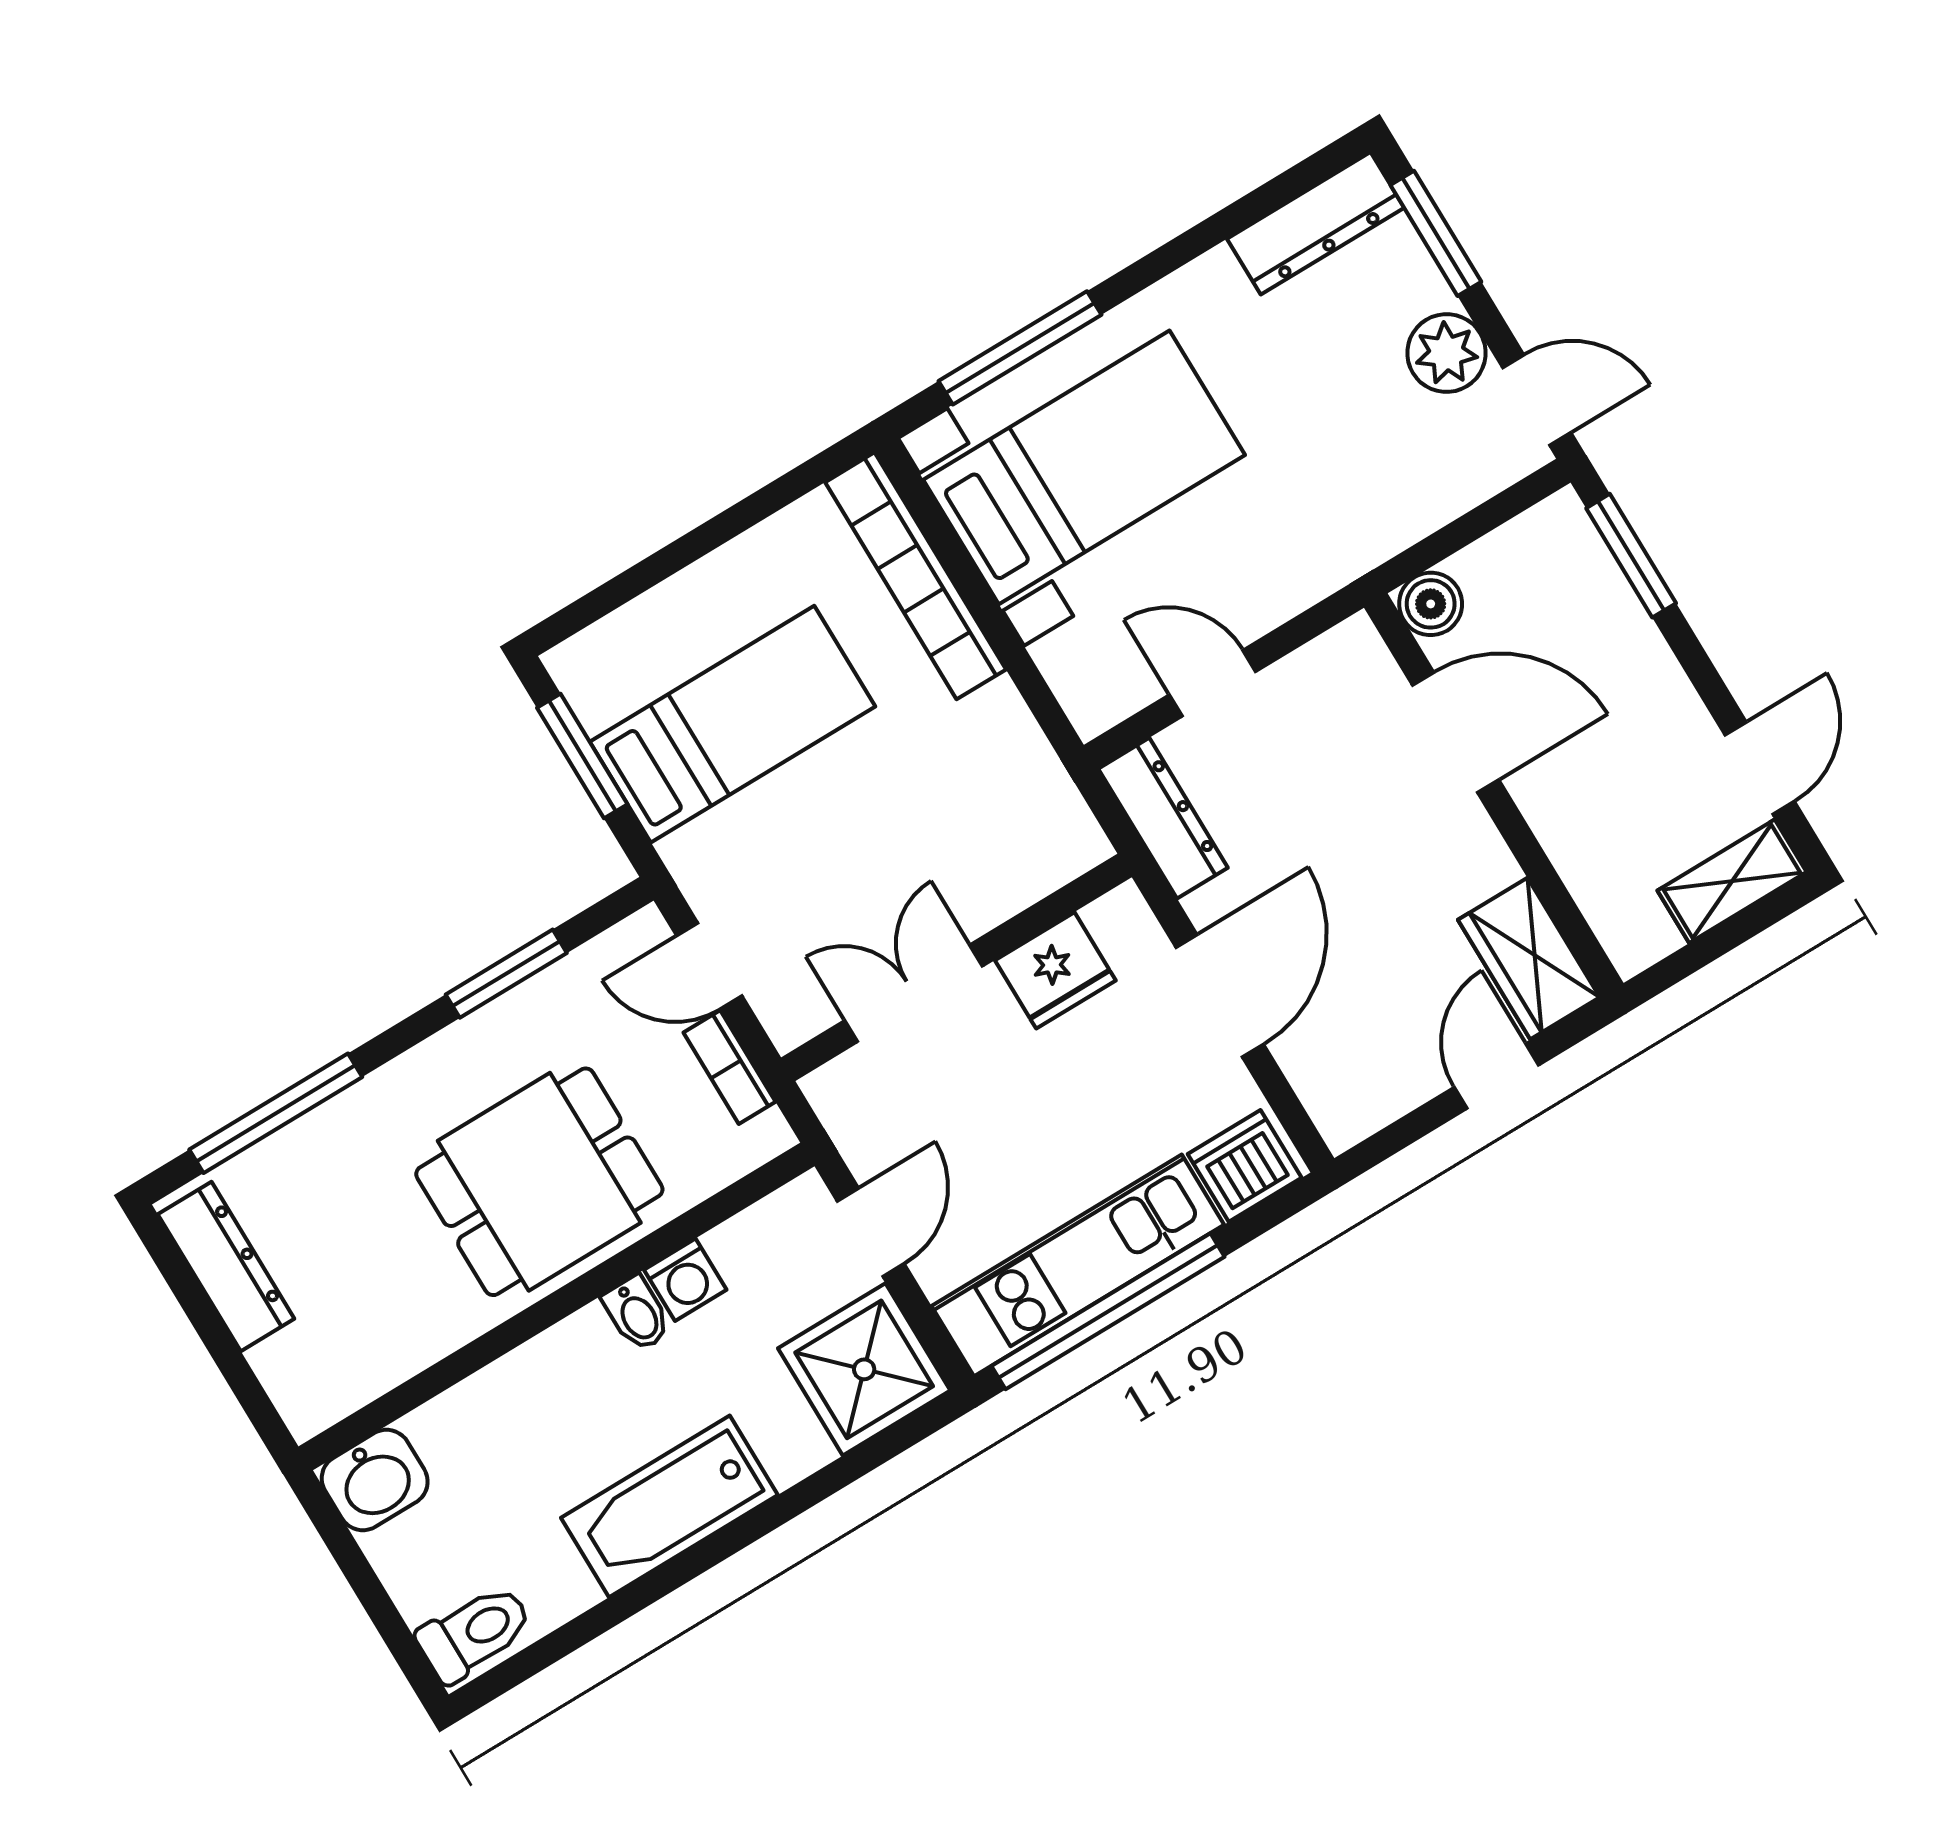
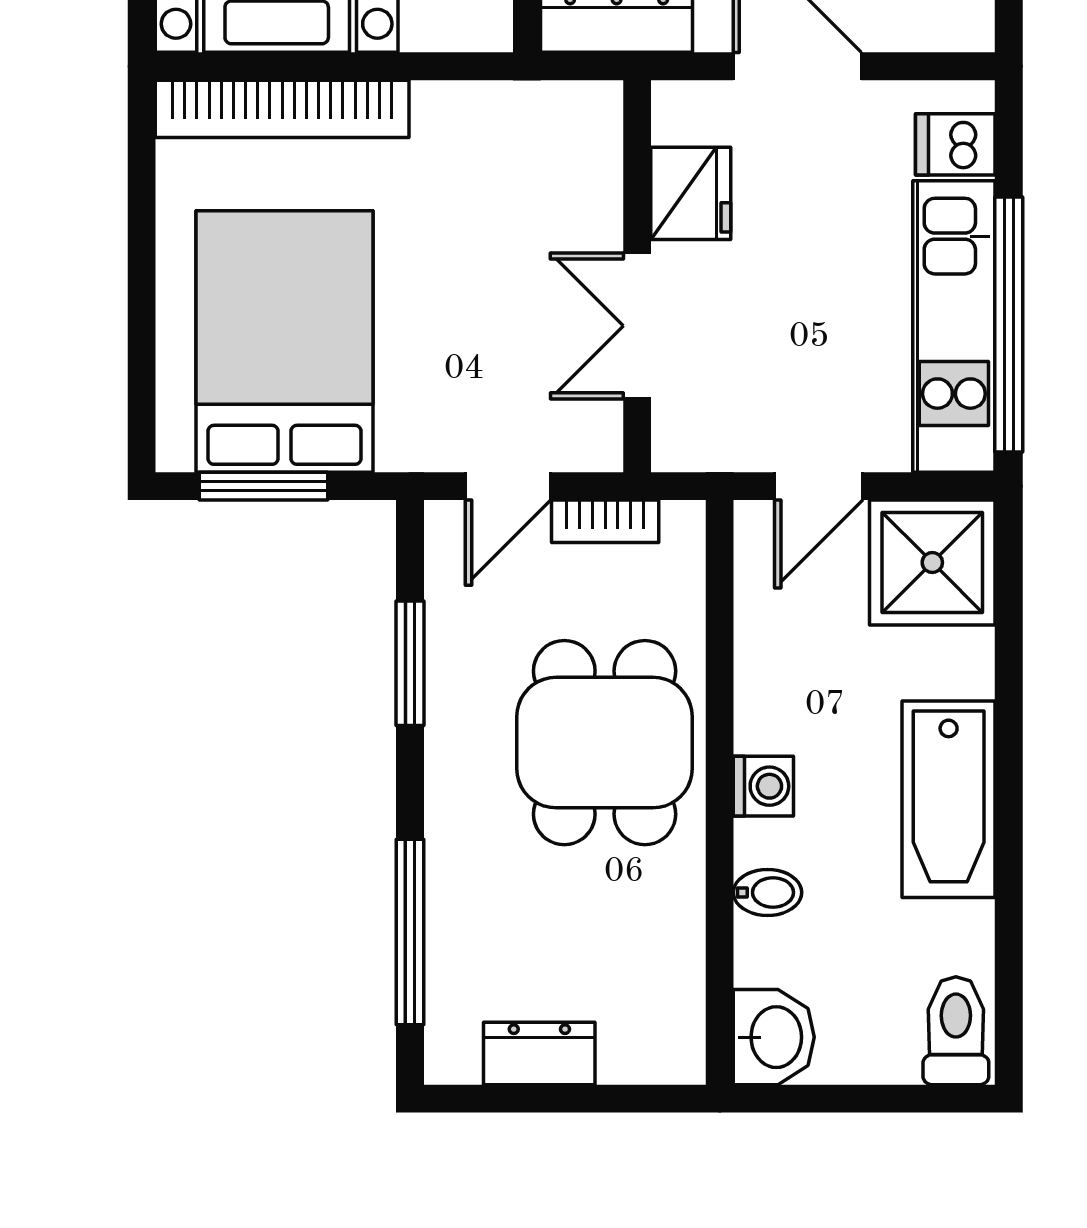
bed: (732, 724) -> (284, 341), width x1.50
dishwasher: (1245, 1166) -> (955, 144), width x0.73
door: (871, 1232) -> (819, 486), swing flipped
dresser: (226, 1267) -> (539, 1054), width x0.70
washing machine: (685, 1280) -> (763, 786), moved
bidet: (637, 1314) -> (768, 892), moved

